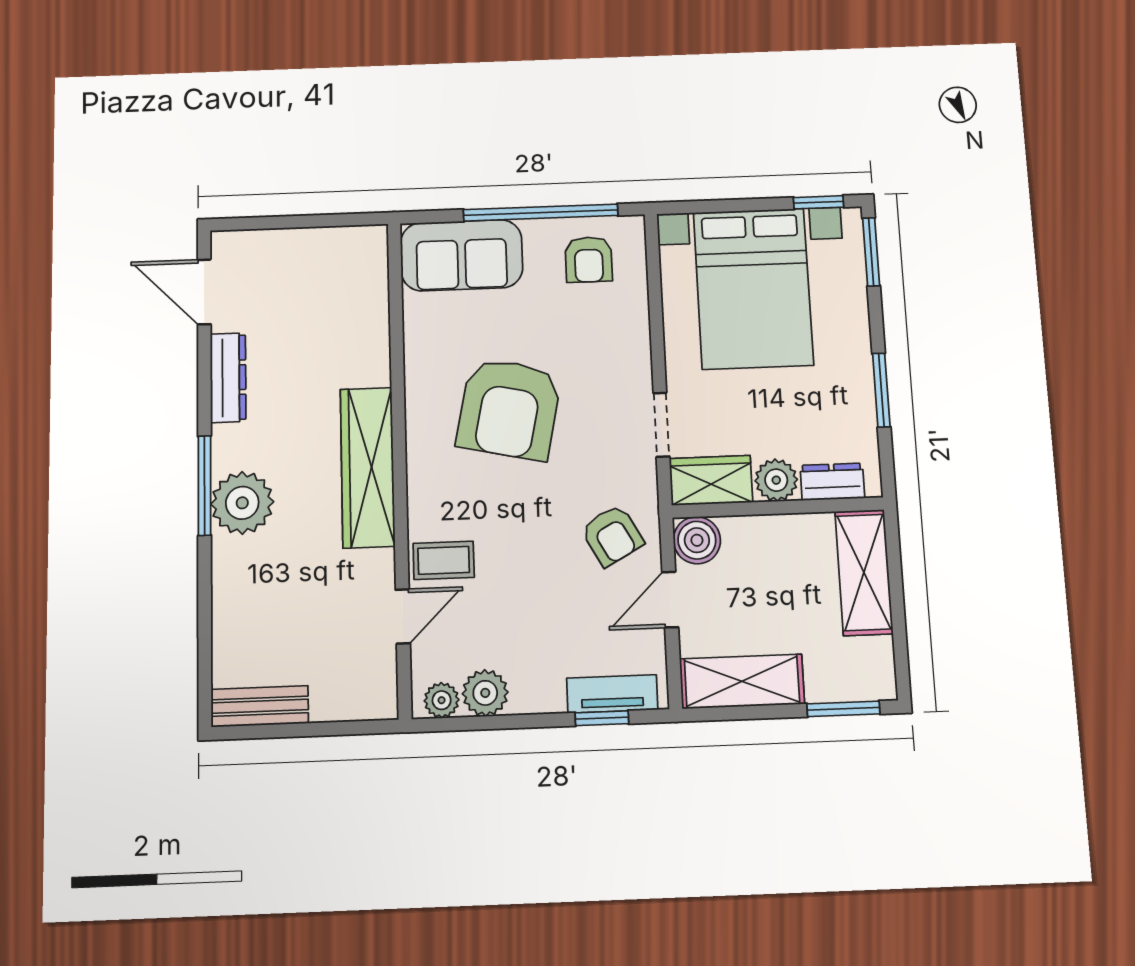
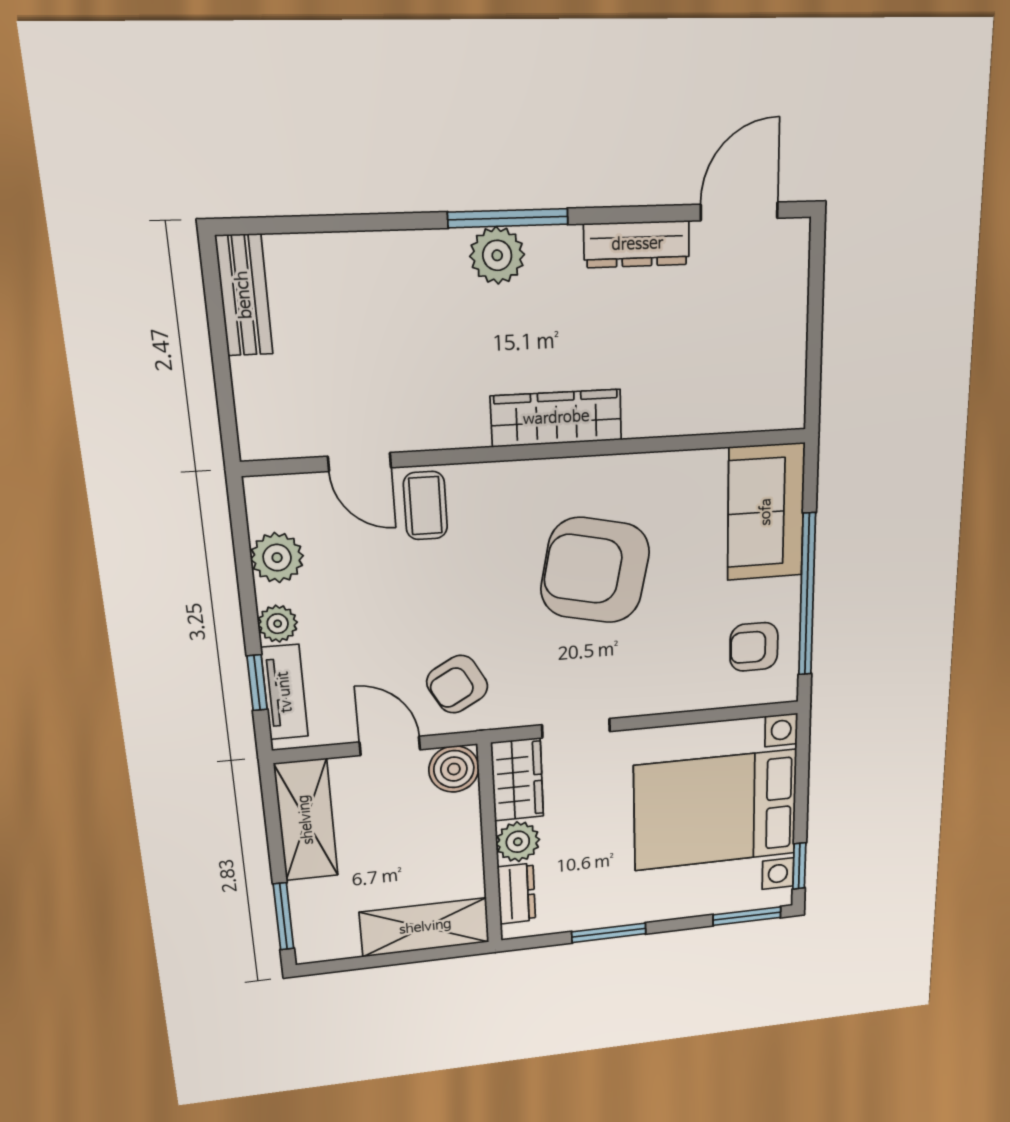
wardrobe: (367, 467) -> (556, 418), width x0.71, depth x0.85
plant: (242, 503) -> (497, 255), width x0.73, depth x0.73
plant: (442, 700) -> (278, 624), moved

